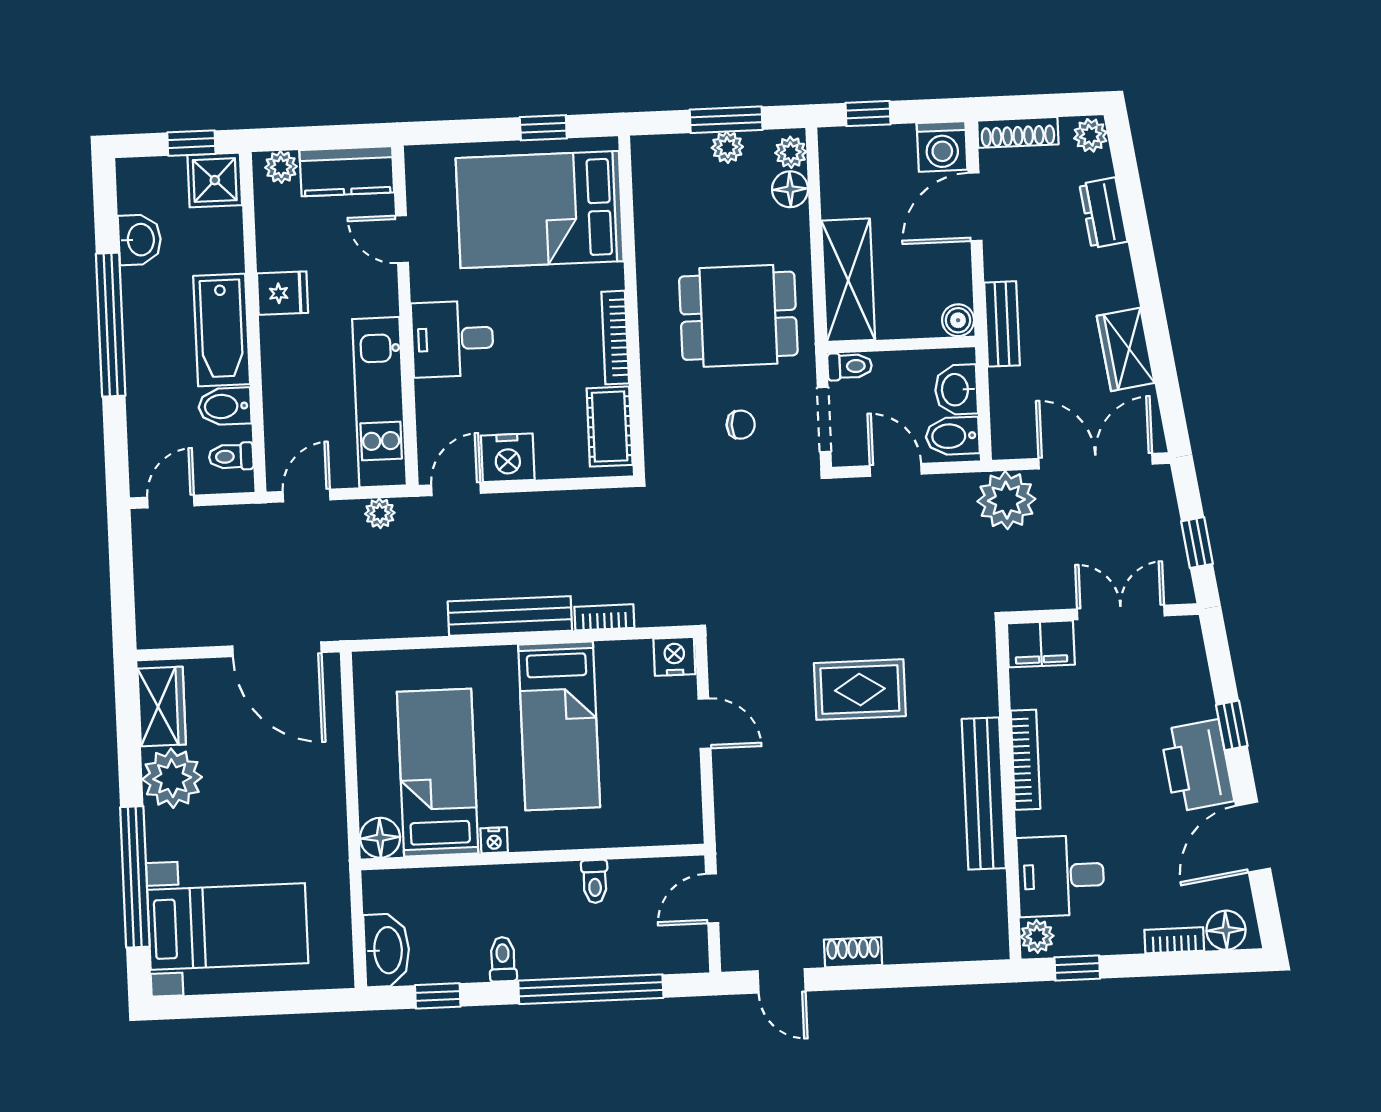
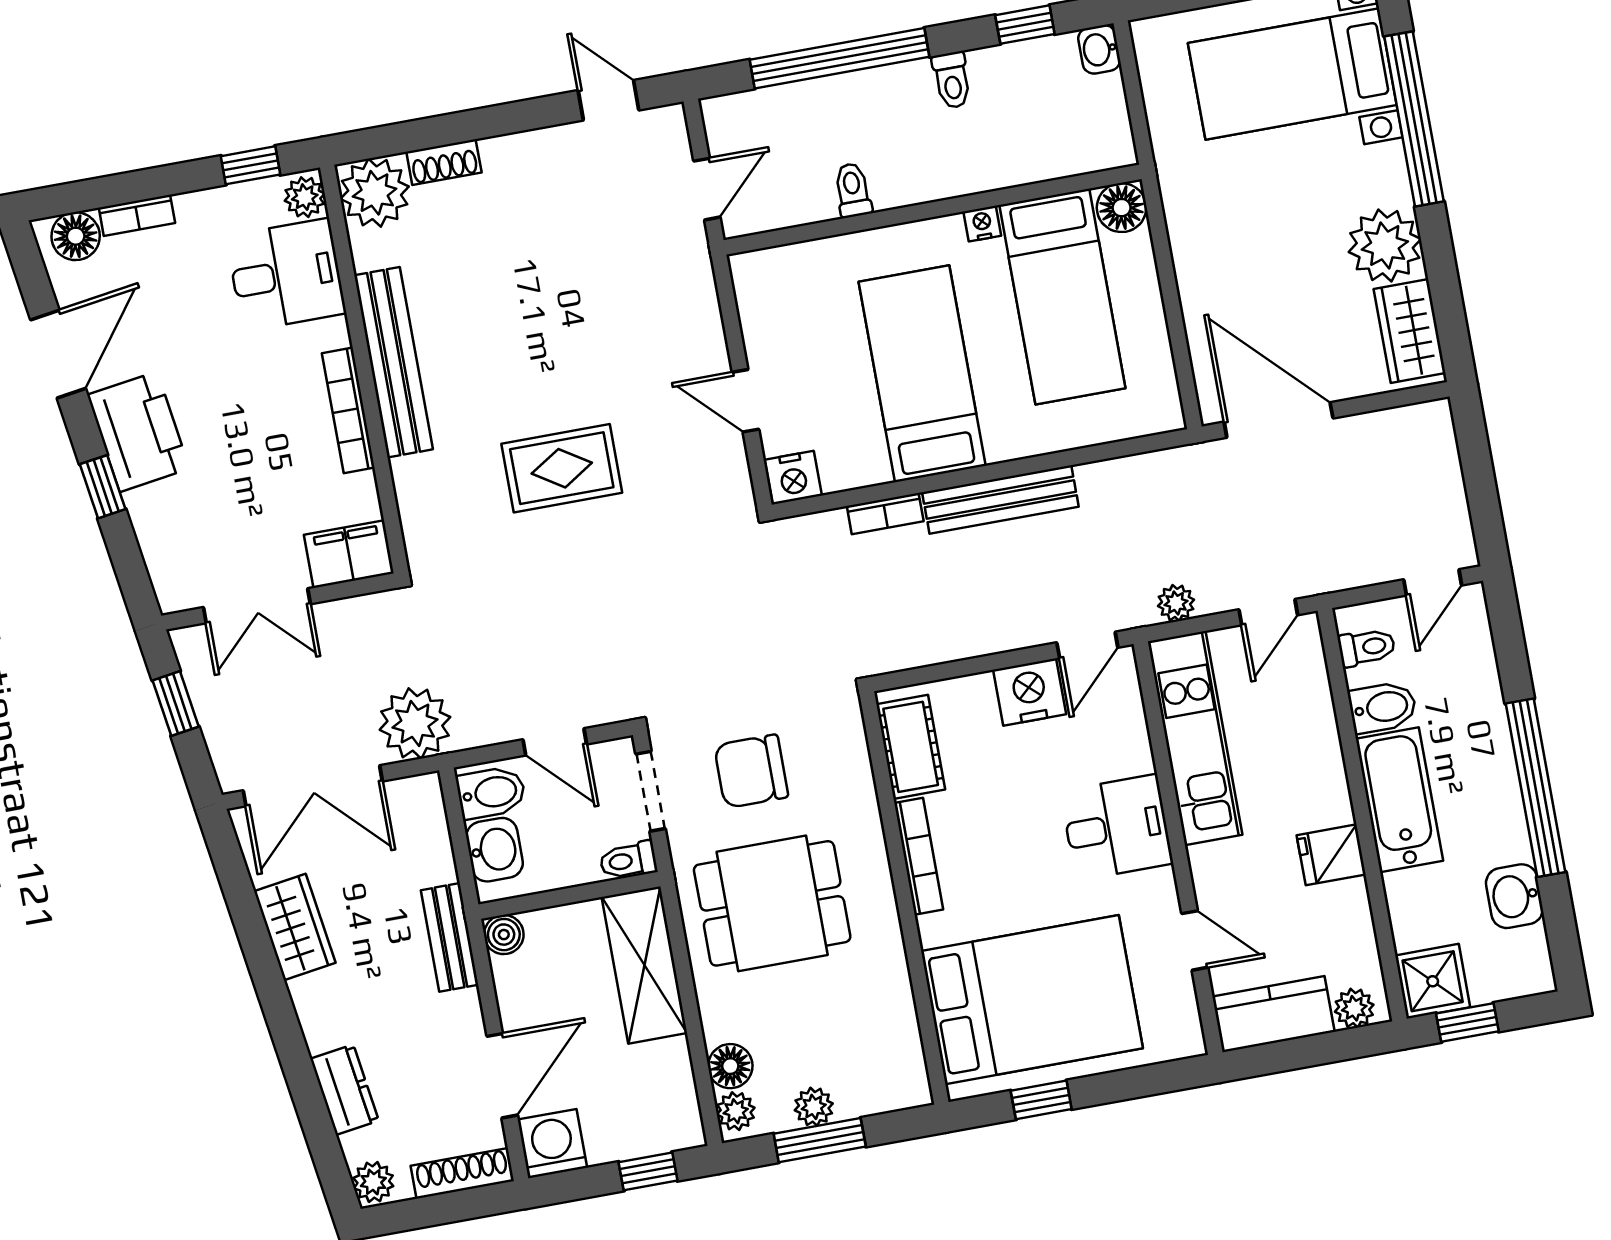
chair: (741, 425) -> (751, 771), width x1.87, depth x1.87
plant: (980, 932) -> (375, 193), added
washbasin: (387, 950) -> (1099, 49), width x0.52, depth x0.69
shoe rack: (853, 952) -> (444, 162), moved

